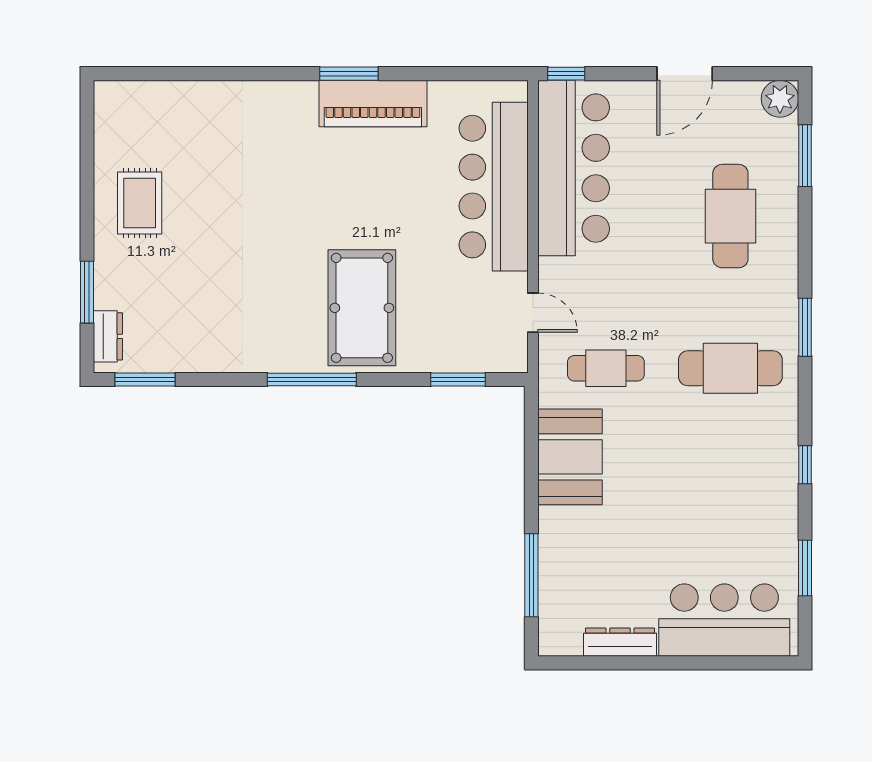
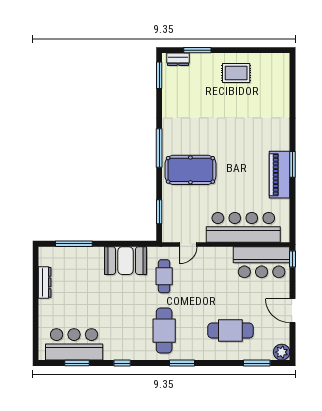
bar counter: (574, 168) -> (262, 262), width x0.73
bar counter: (724, 620) -> (74, 344), moved, turned -90

